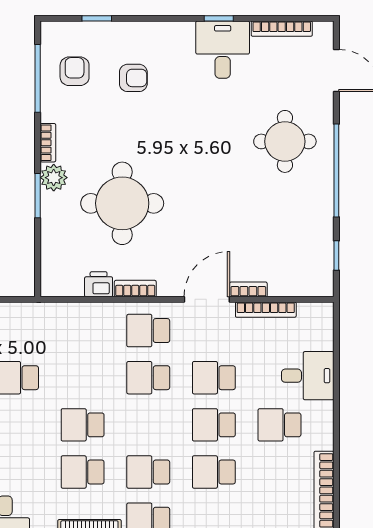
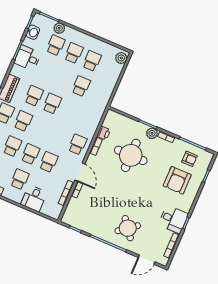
armchair: (133, 78) -> (177, 180), width x1.88, depth x1.88
round table: (285, 141) -> (128, 228), turned -38
school desk: (148, 378) -> (59, 137), removed

